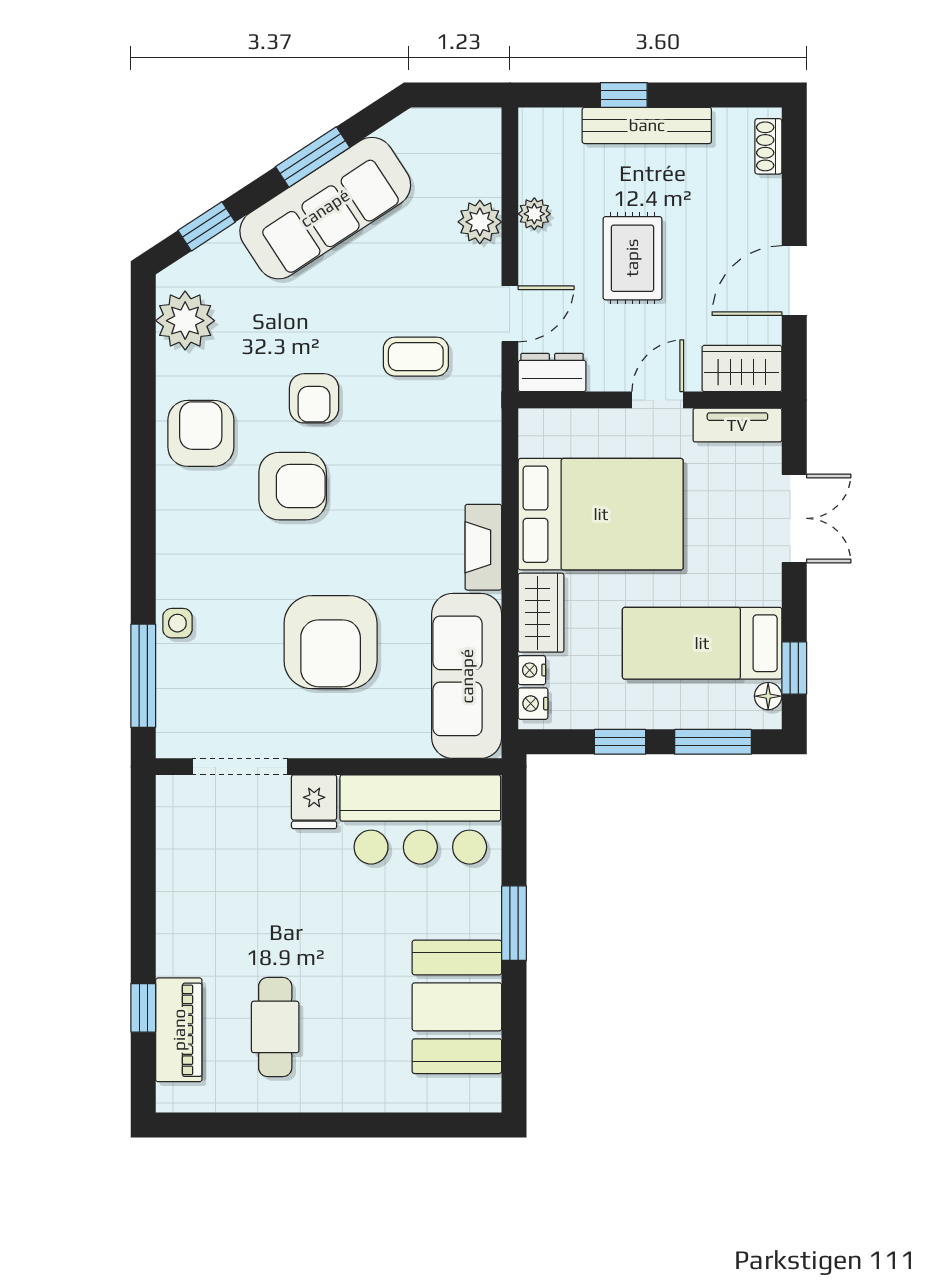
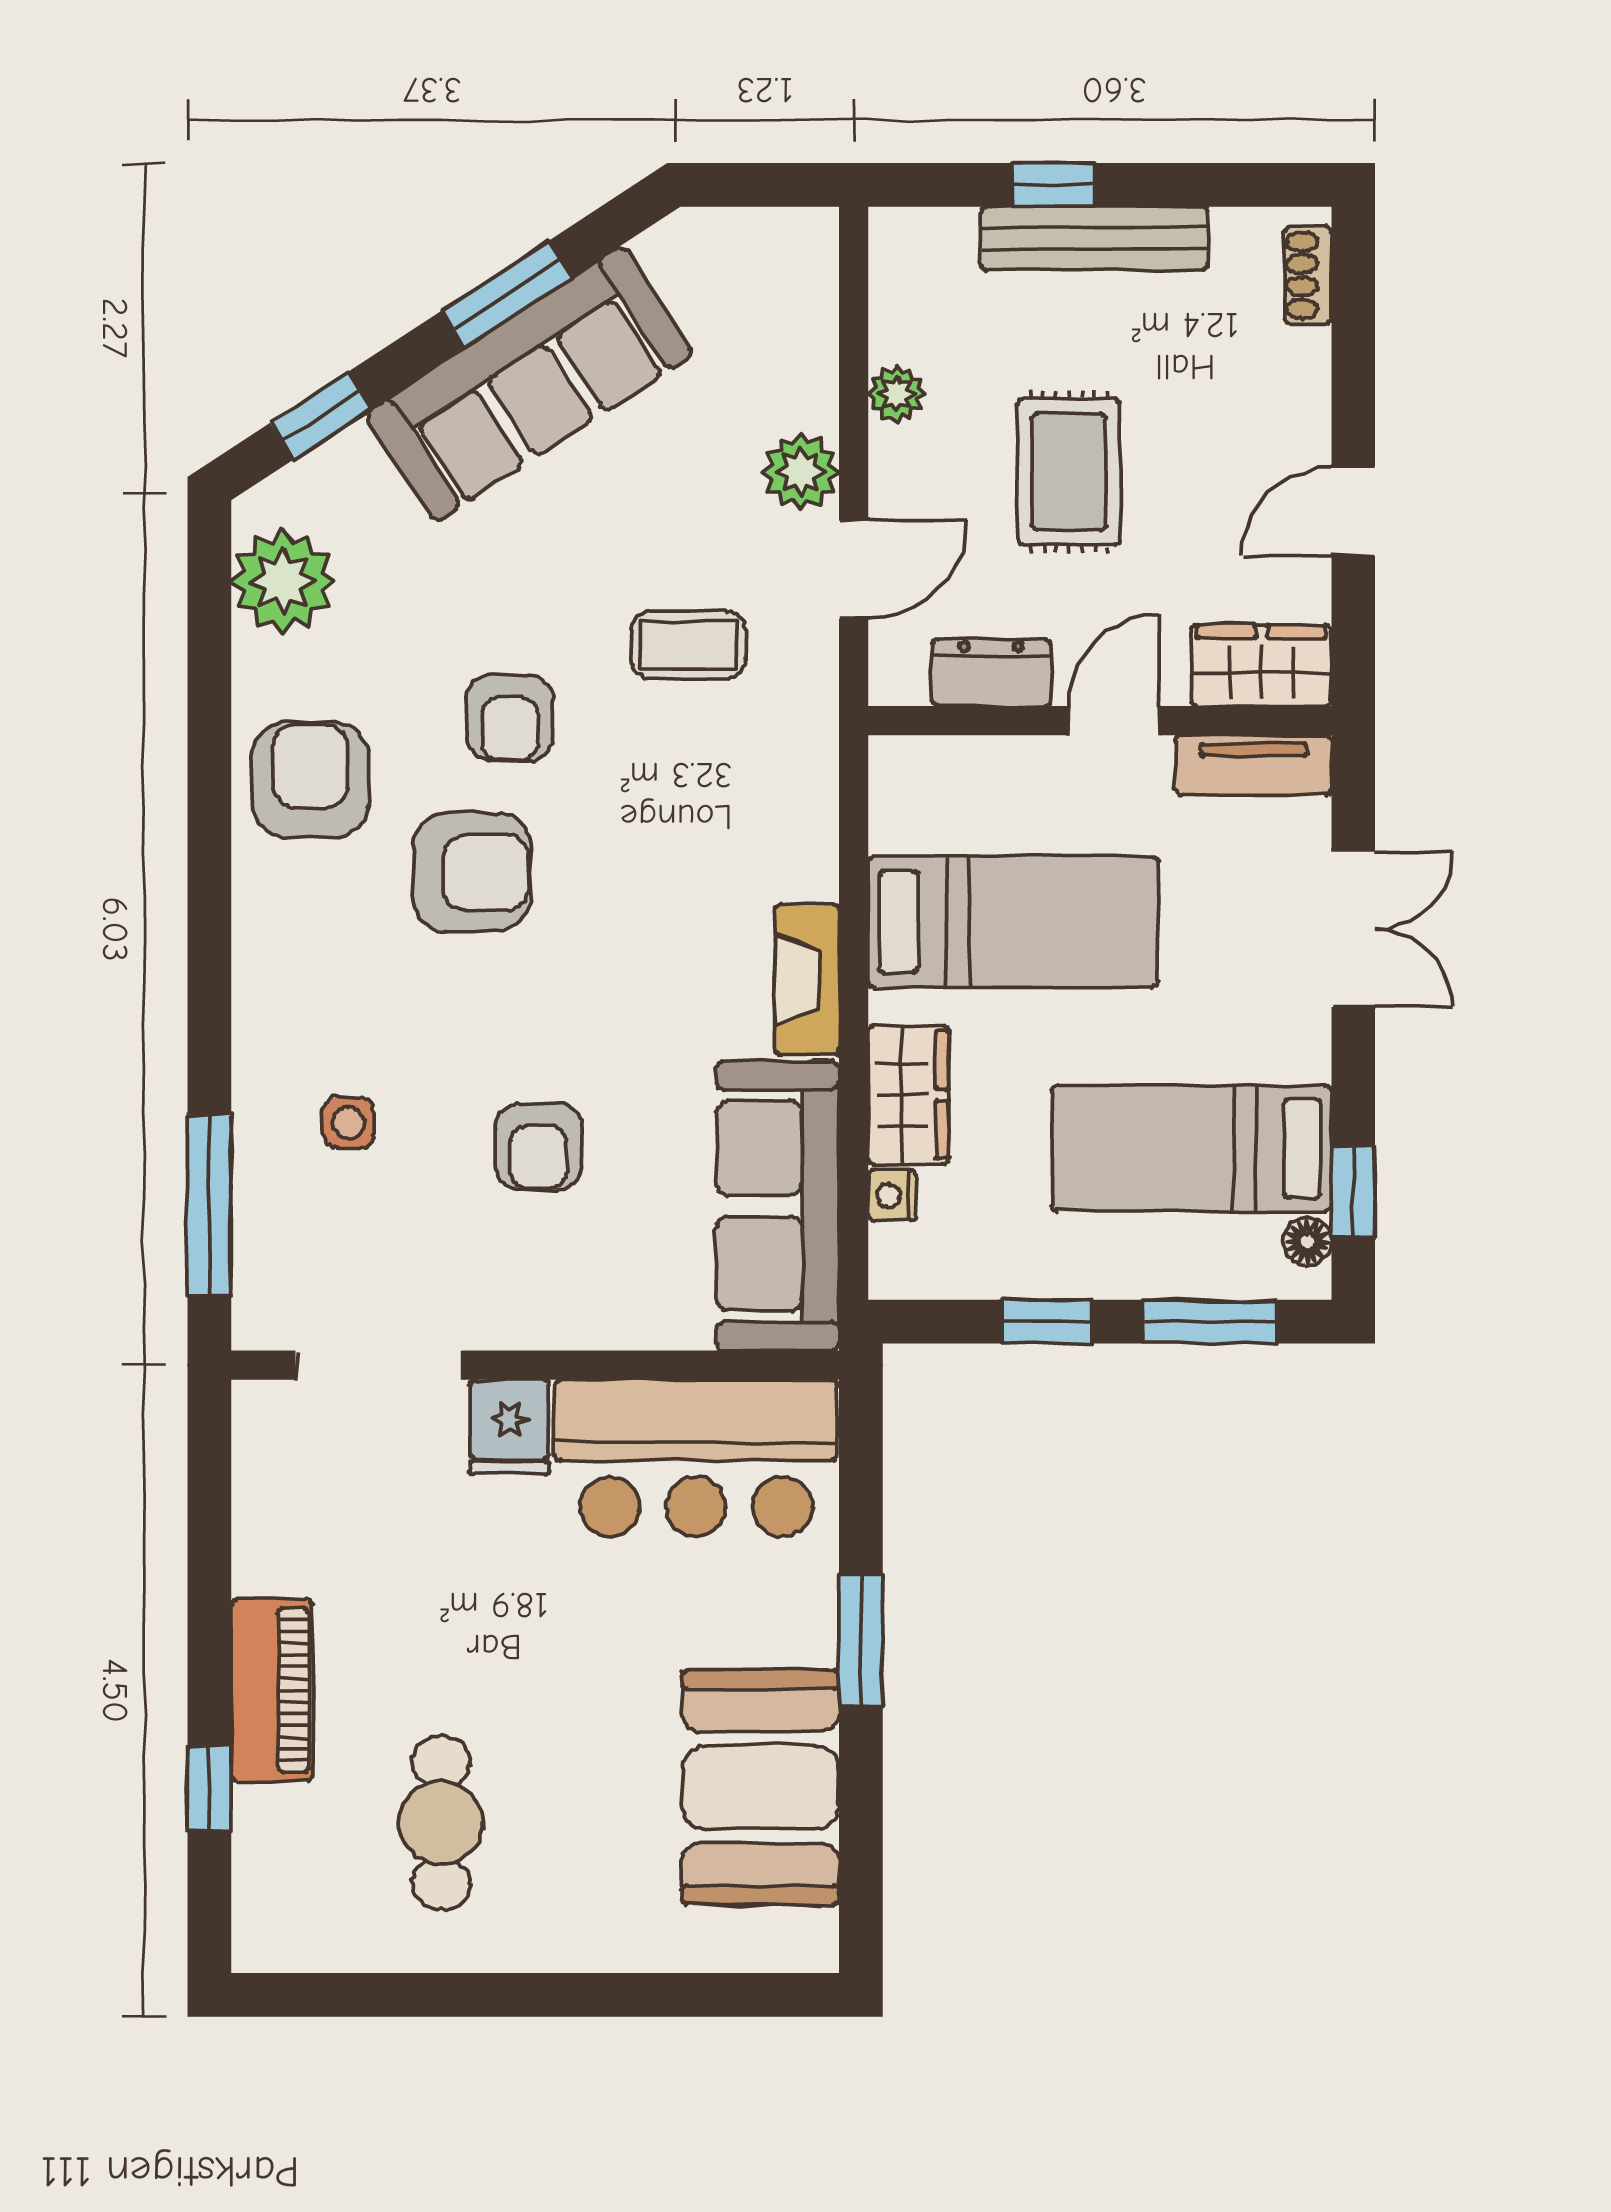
plant: (480, 222) -> (801, 472), moved
door: (794, 281) -> (1353, 511), width x0.73
dresser: (552, 373) -> (991, 673), moved
bed: (601, 514) -> (1013, 922), width x0.67
side table: (177, 623) -> (349, 1123), moved
armchair: (331, 642) -> (538, 1146), width x0.53, depth x0.53
nightstand: (533, 704) -> (894, 1254), removed
piano: (179, 1030) -> (272, 1690), moved

